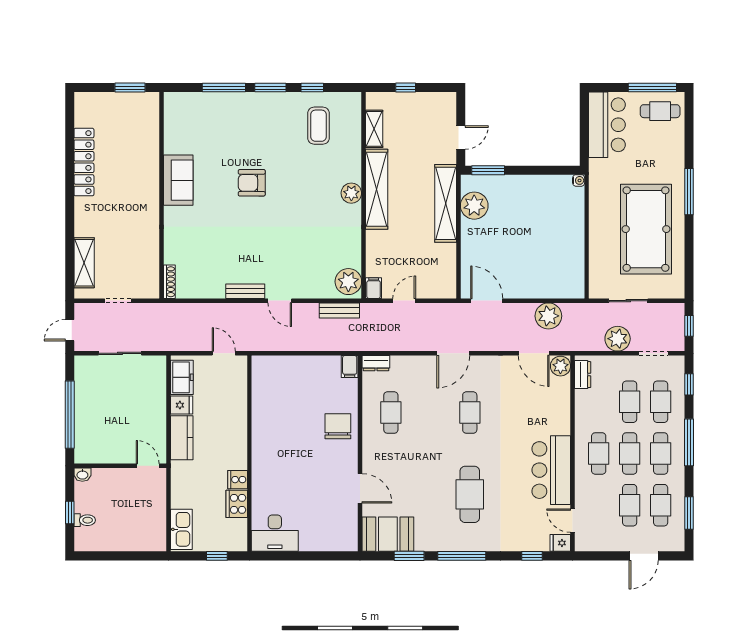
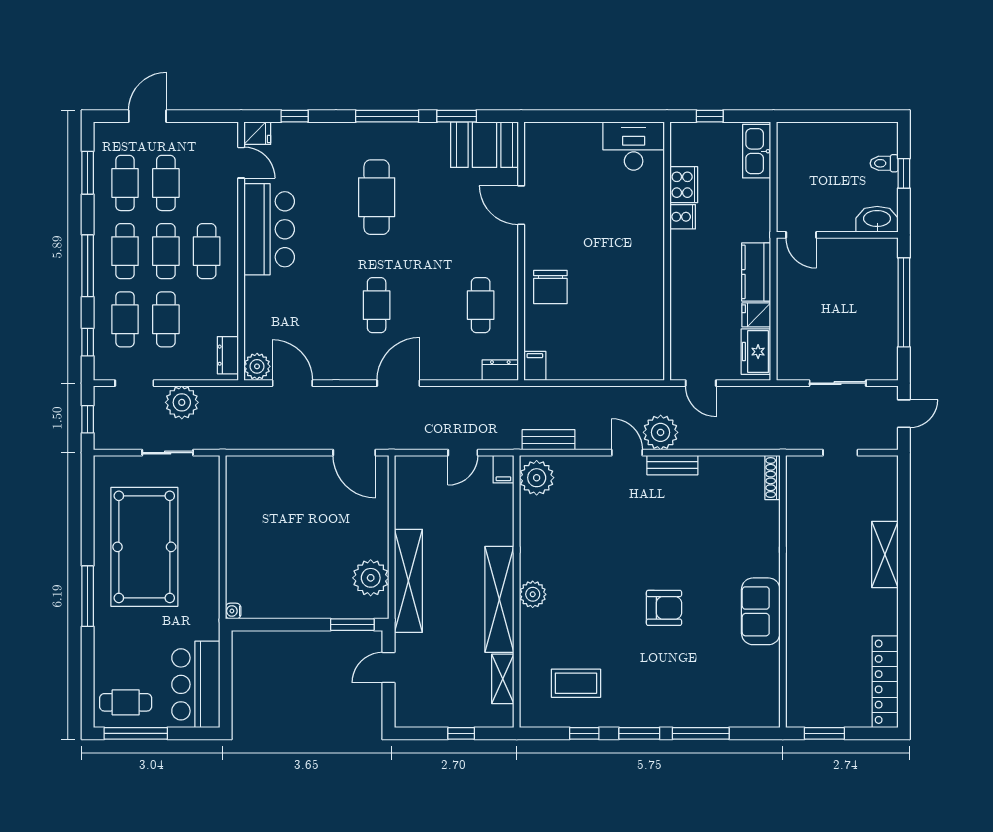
coffee table: (319, 126) -> (576, 683), turned 90
locker: (84, 162) -> (885, 682), moved
shelving: (84, 263) -> (885, 555), moved
plant: (548, 316) -> (661, 432), moved
washbasin: (82, 475) -> (877, 219), width x1.91, depth x1.45

